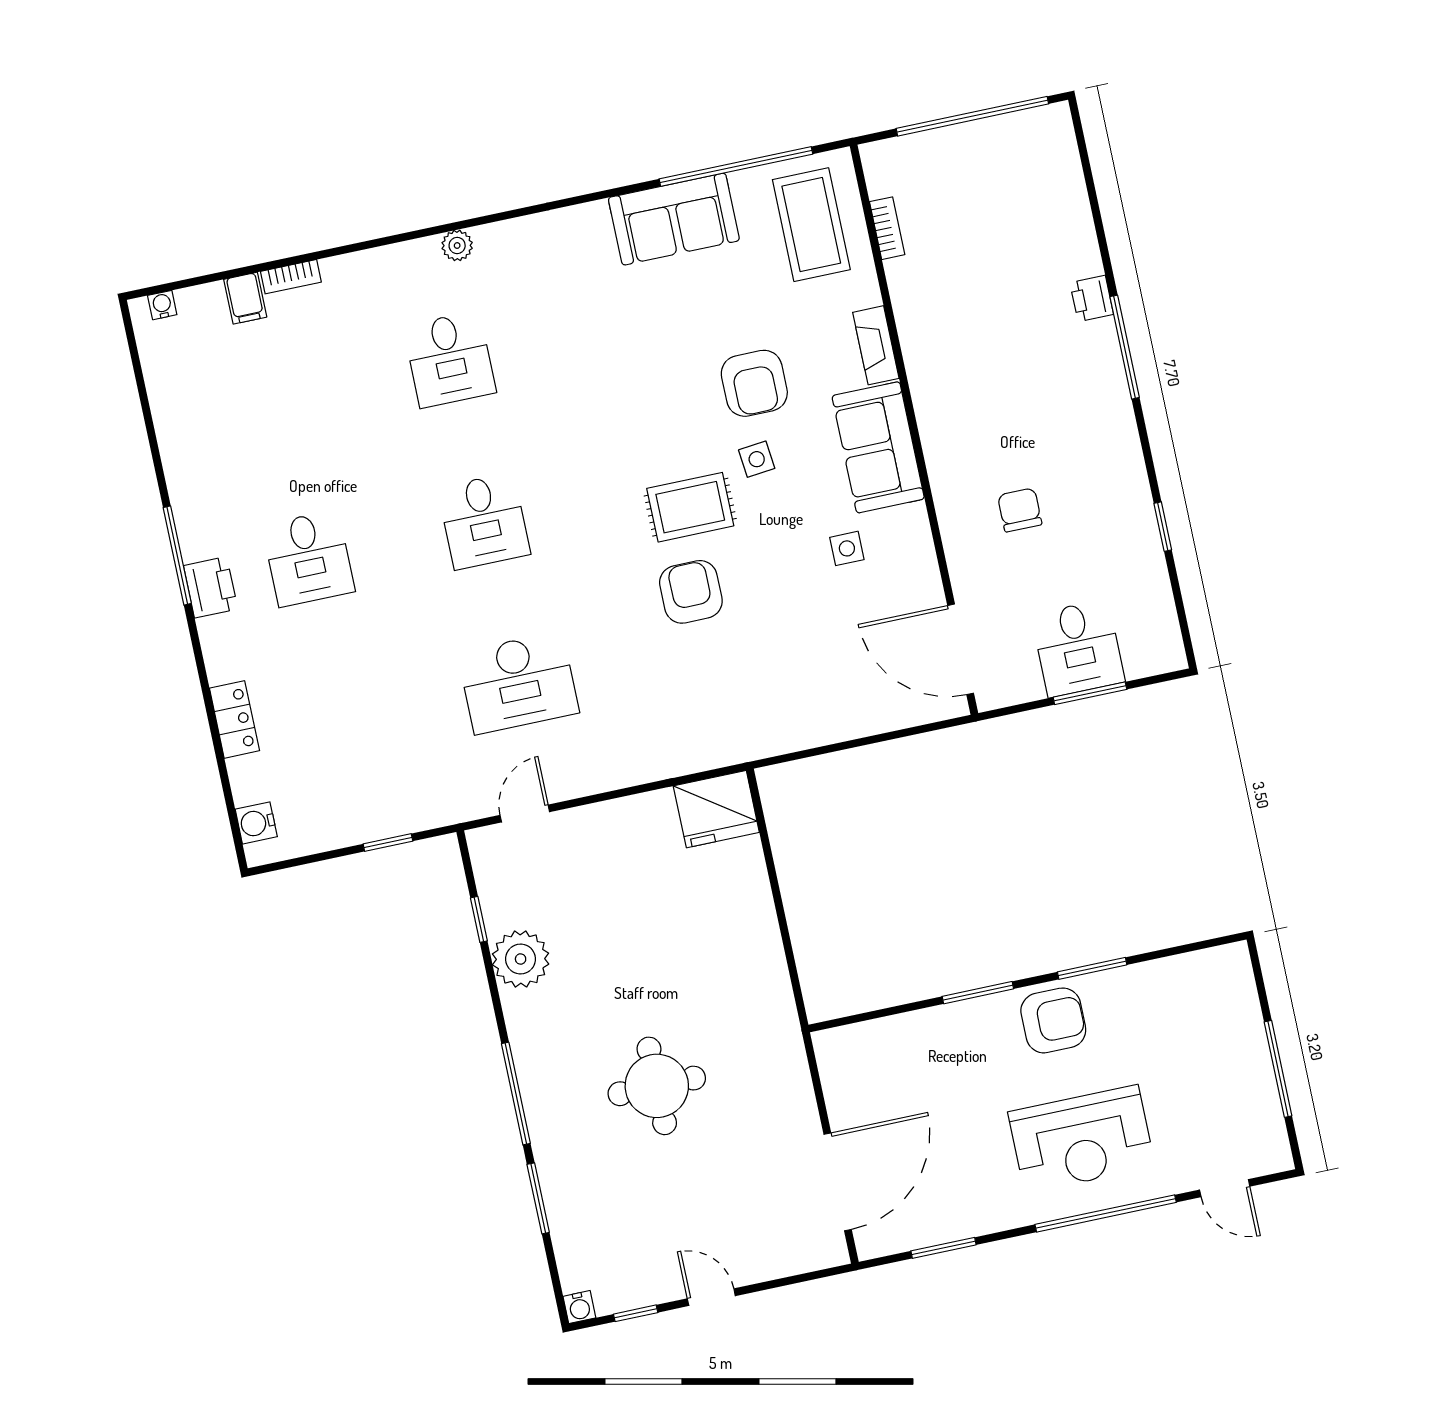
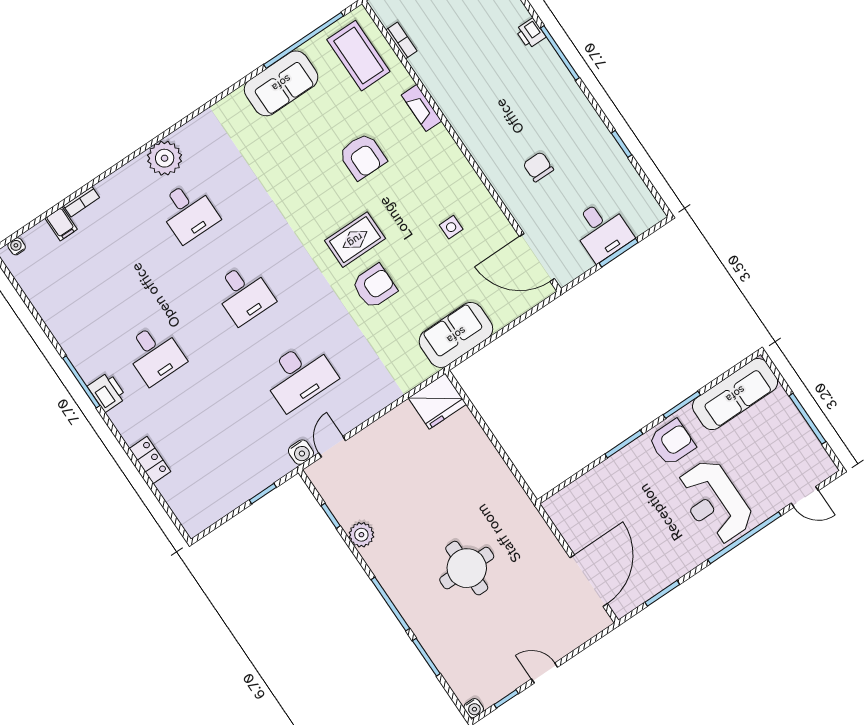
plant: (457, 245) -> (165, 158), width x1.88, depth x1.88
sofa: (878, 447) -> (456, 335), moved, turned 90
side table: (757, 459) -> (381, 198), removed
armchair: (691, 592) -> (374, 286), turned 90
water cooler: (256, 823) -> (301, 452), moved, turned -90
plant: (521, 959) -> (361, 535), width x0.73, depth x0.73
sofa: (1181, 985) -> (735, 394), added
reception desk: (1081, 1139) -> (714, 502), turned 90

